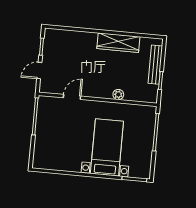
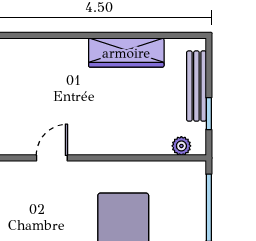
plant: (118, 95) -> (181, 146), moved

